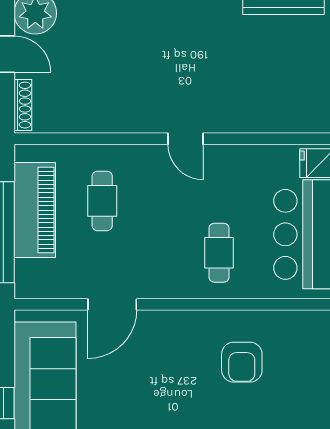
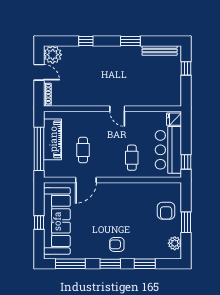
cafe table: (102, 201) -> (83, 150), moved
armchair: (242, 362) -> (166, 211), moved

